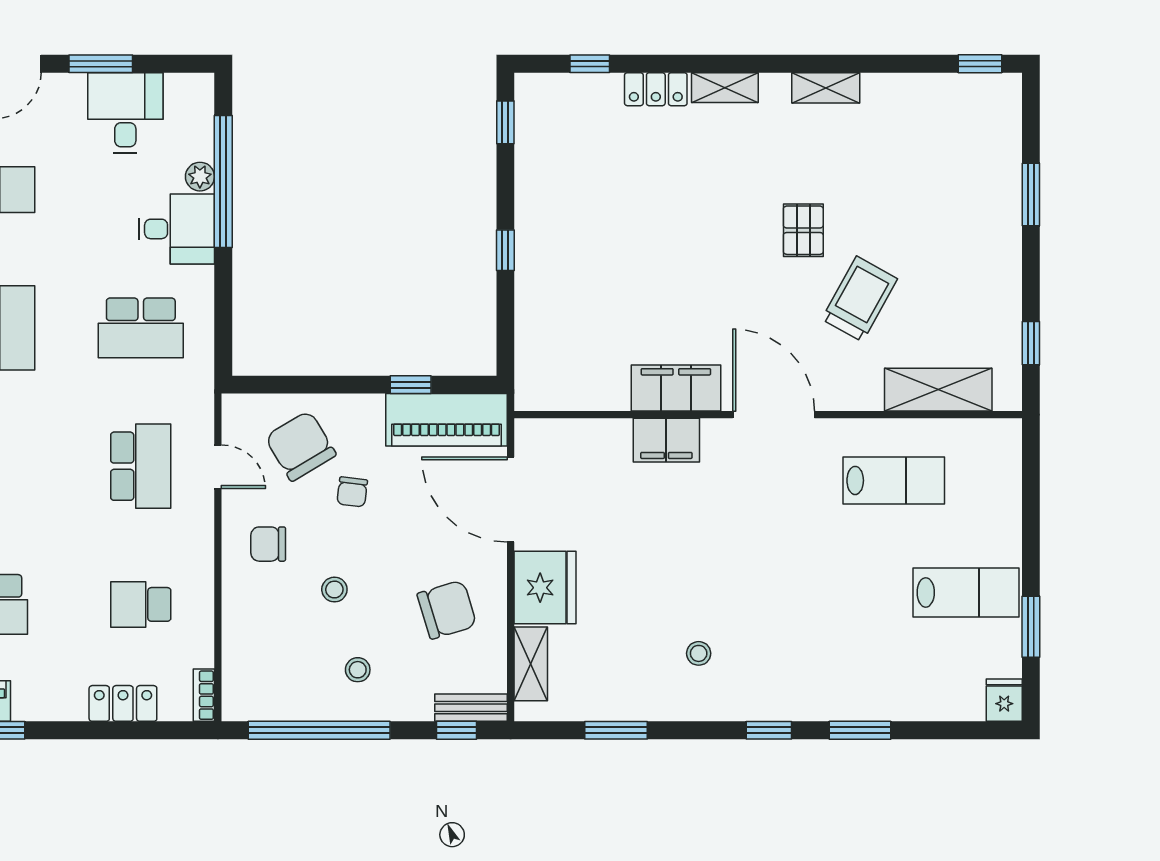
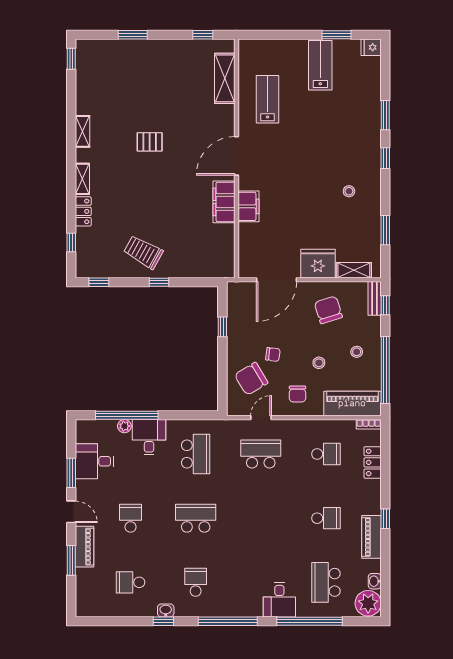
trolley: (860, 299) -> (143, 252), moved
piano: (447, 420) -> (352, 404), moved, turned -90
school desk: (141, 604) -> (326, 454), turned -90

